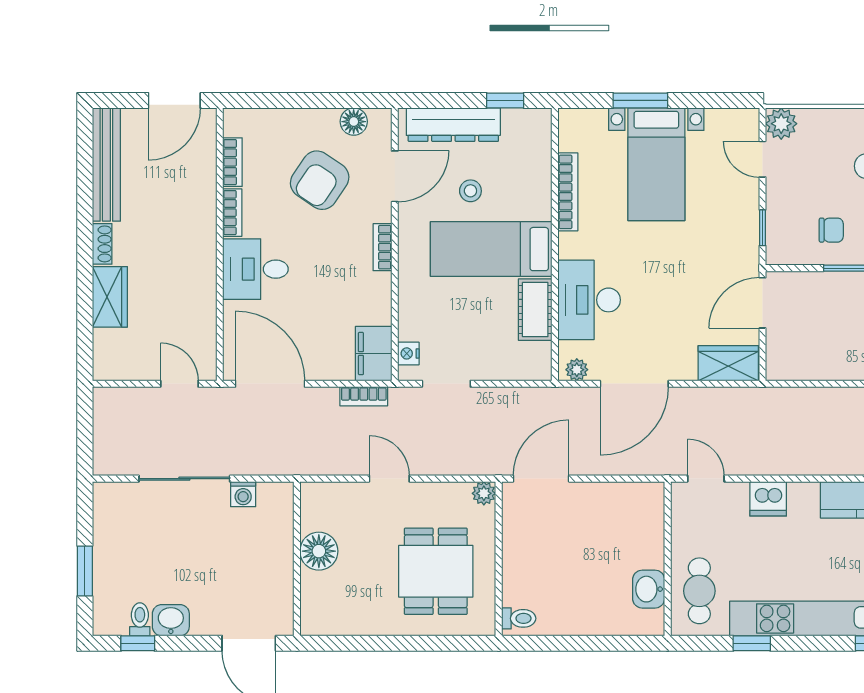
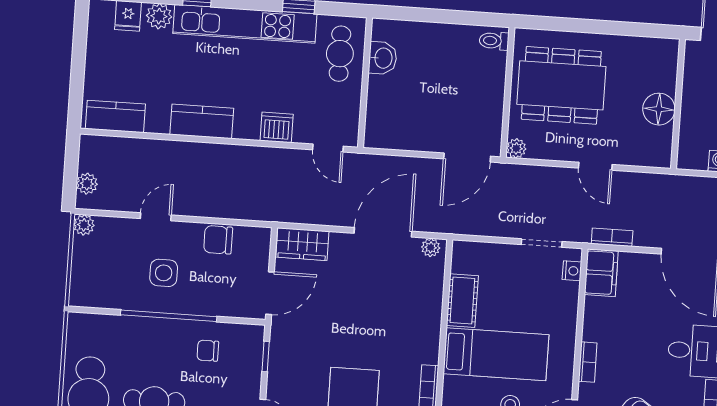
desk: (589, 300) -> (416, 306), removed
chair: (828, 362) -> (218, 240), added
dining table: (436, 571) -> (561, 85), width x1.38

